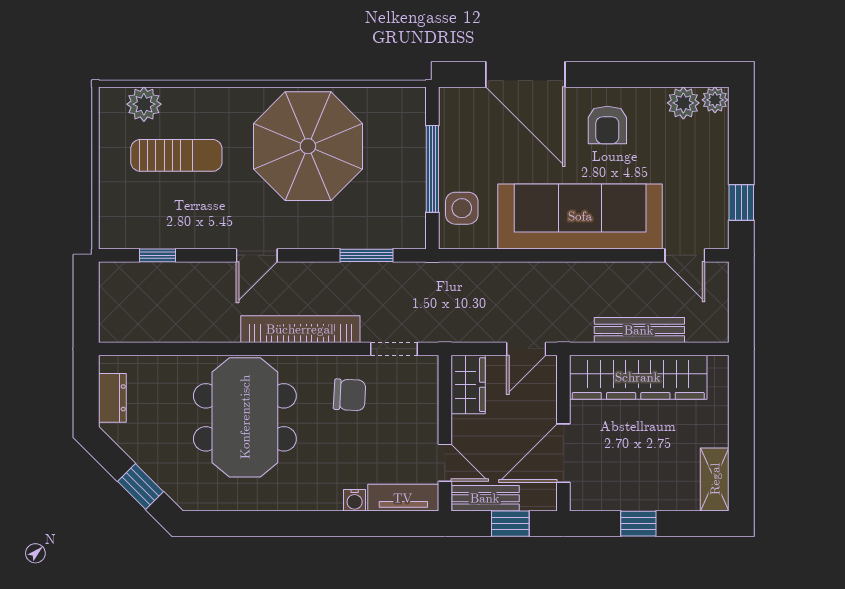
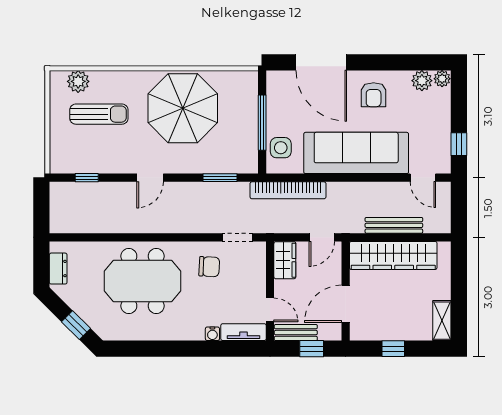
bookcase: (300, 329) -> (288, 190), moved, turned 180
meeting table: (245, 417) -> (143, 281), turned 90

